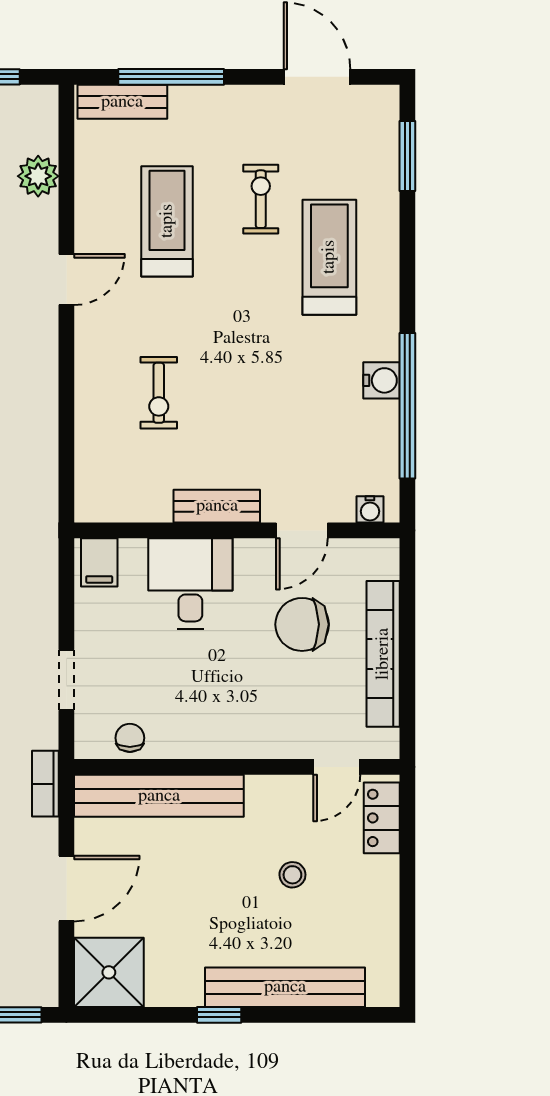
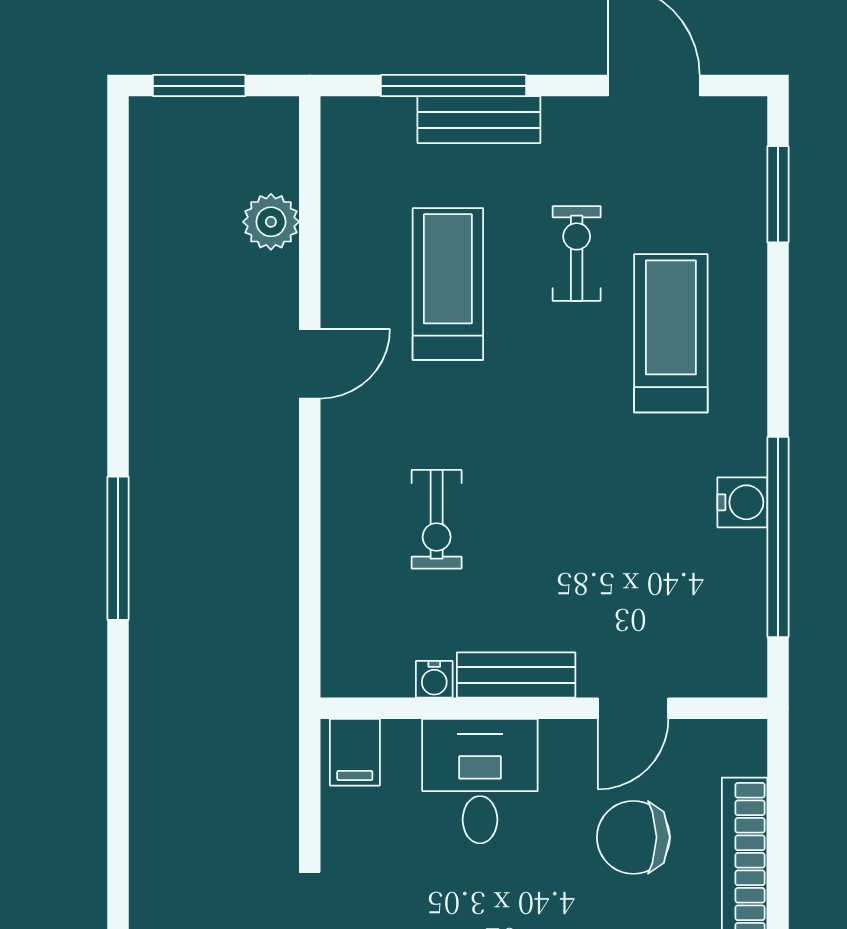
bench: (122, 102) -> (479, 120), moved
water cooler: (370, 509) -> (434, 679), moved

